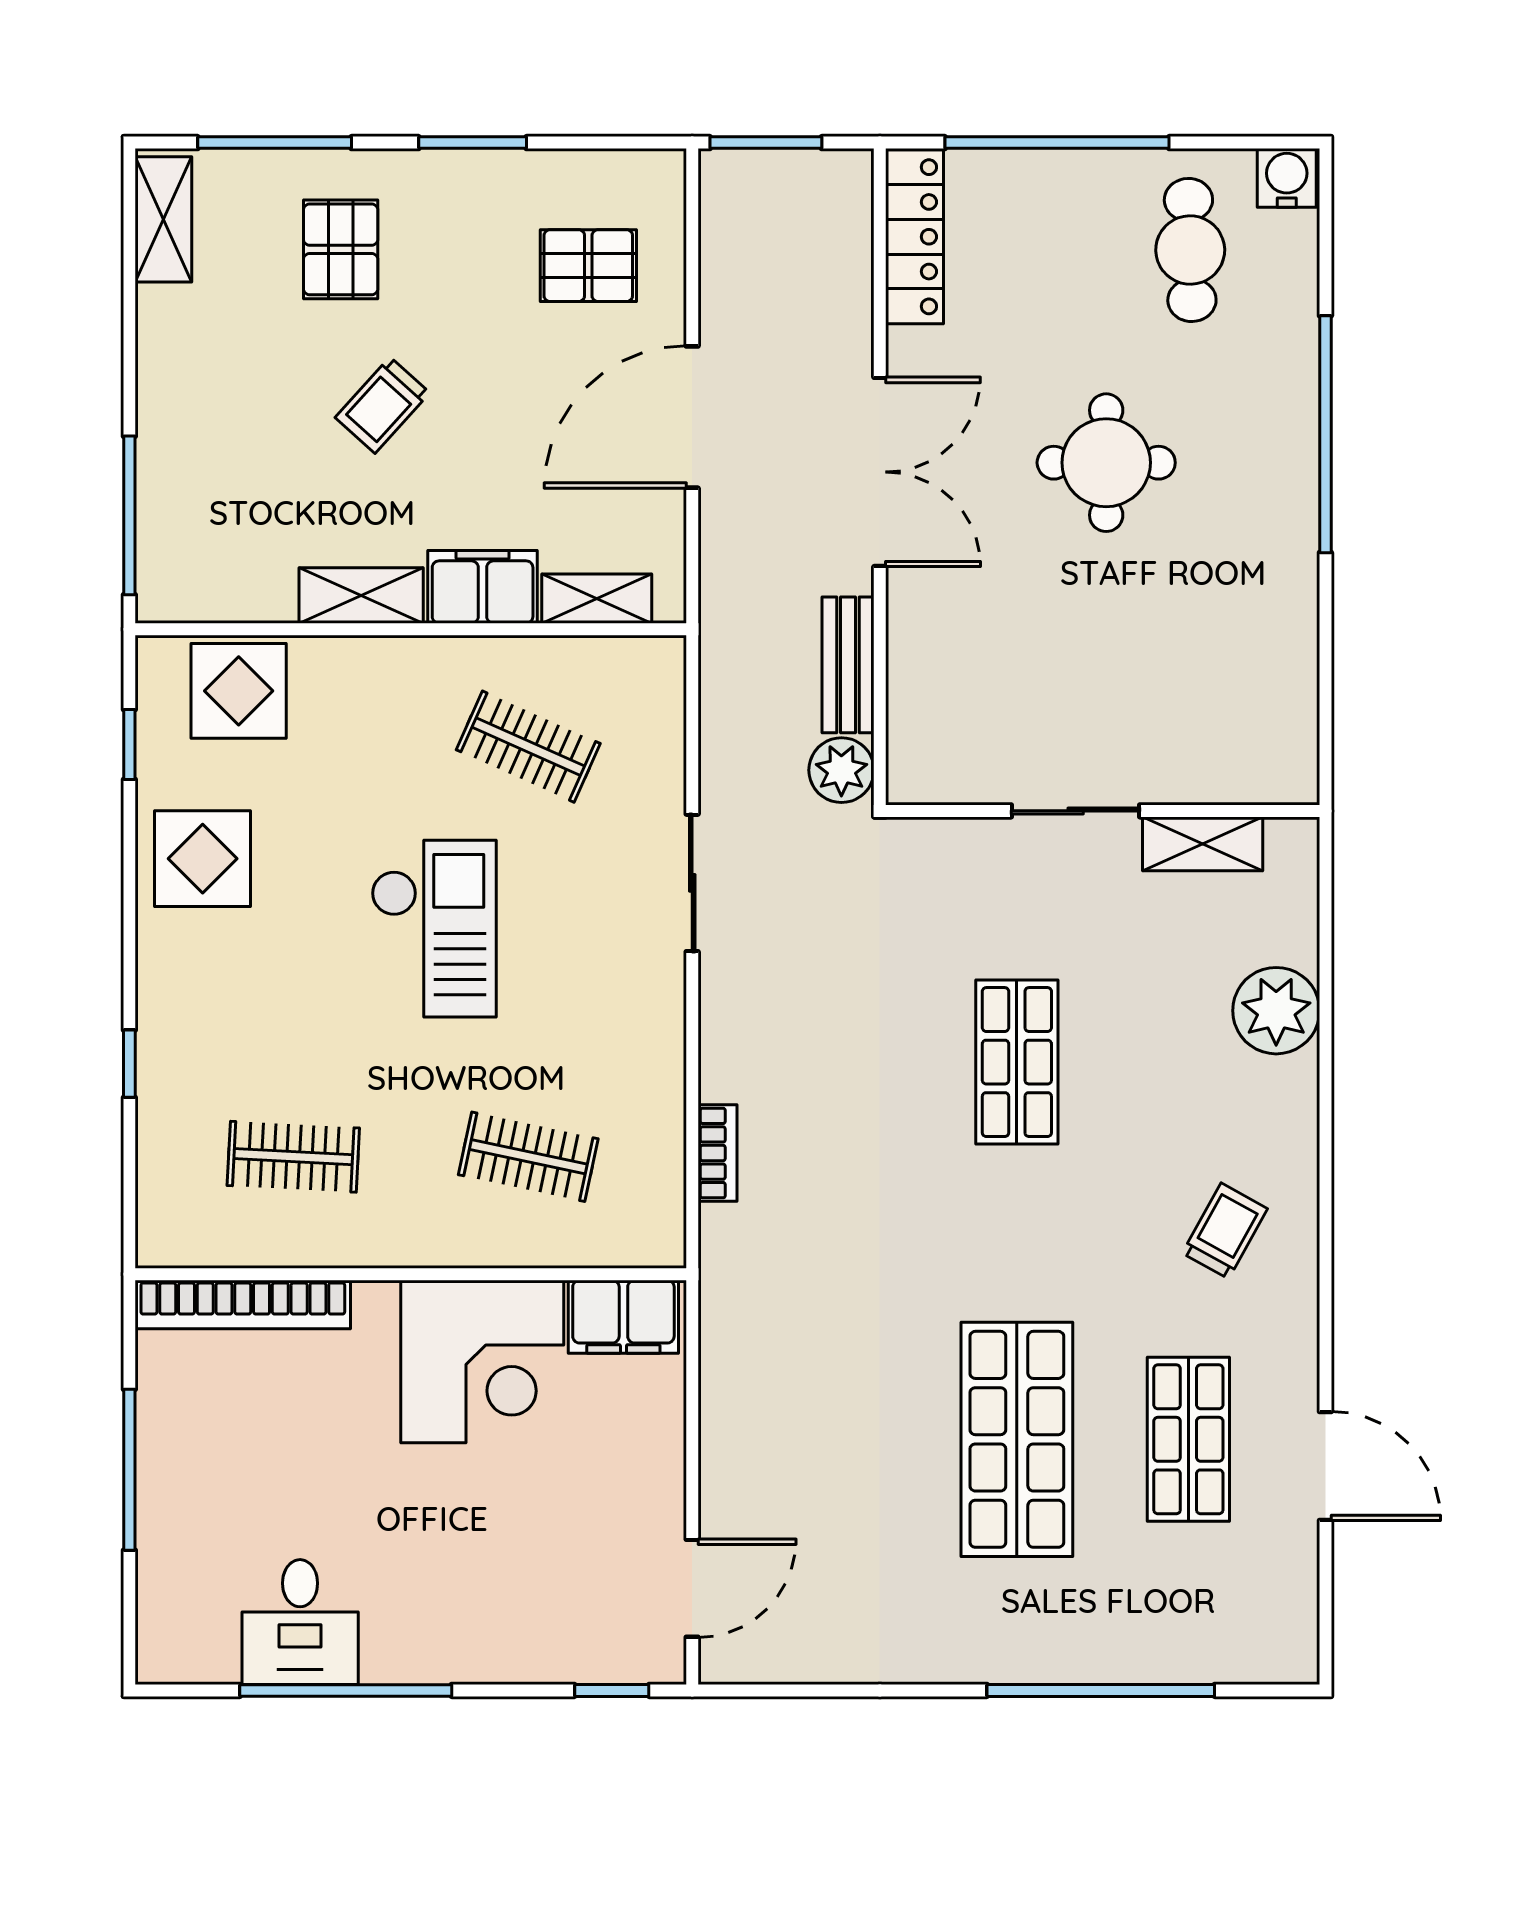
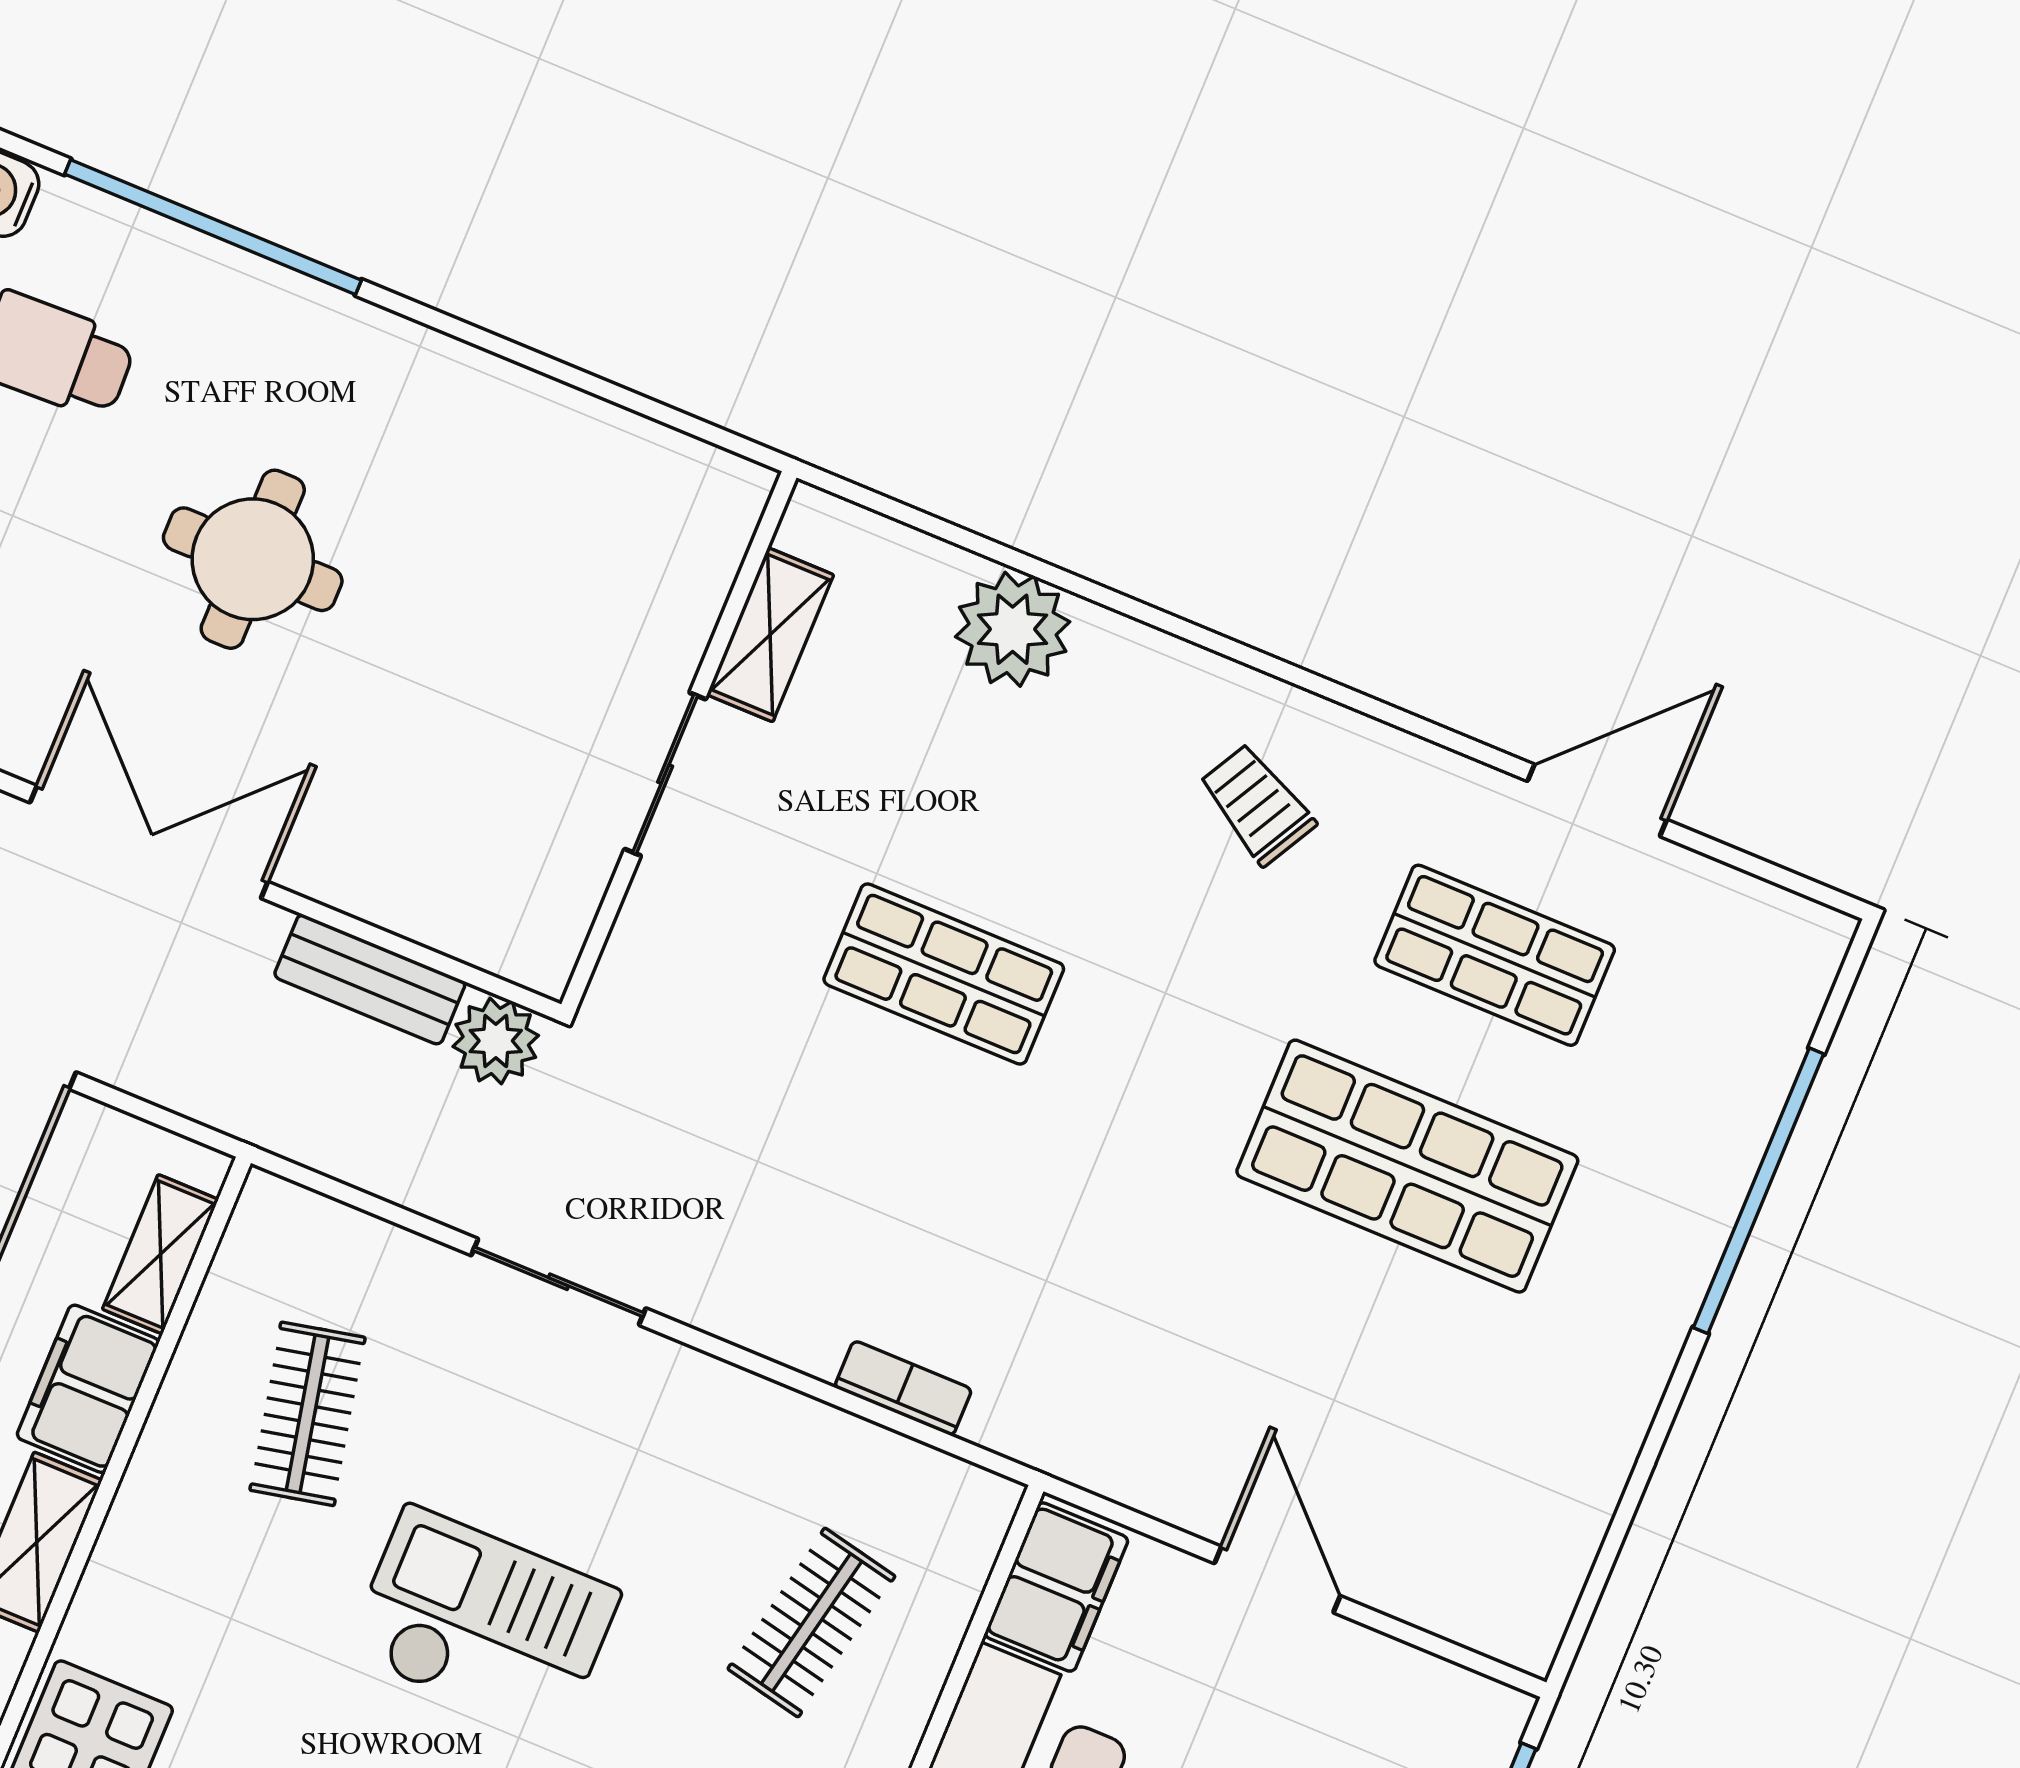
window: (1325, 434) -> (213, 227), moved
clothes rail: (528, 747) -> (308, 1414), turned -36
door: (692, 1588) -> (1277, 1580), moved

